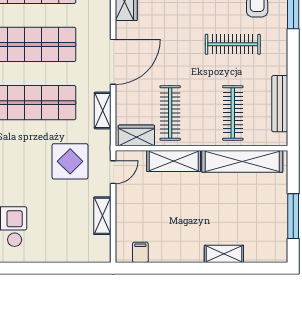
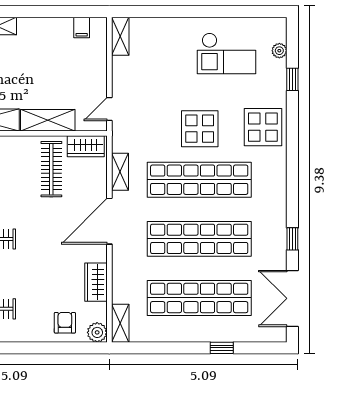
display table: (70, 161) -> (200, 129), moved
shelving: (102, 216) -> (120, 36), moved

